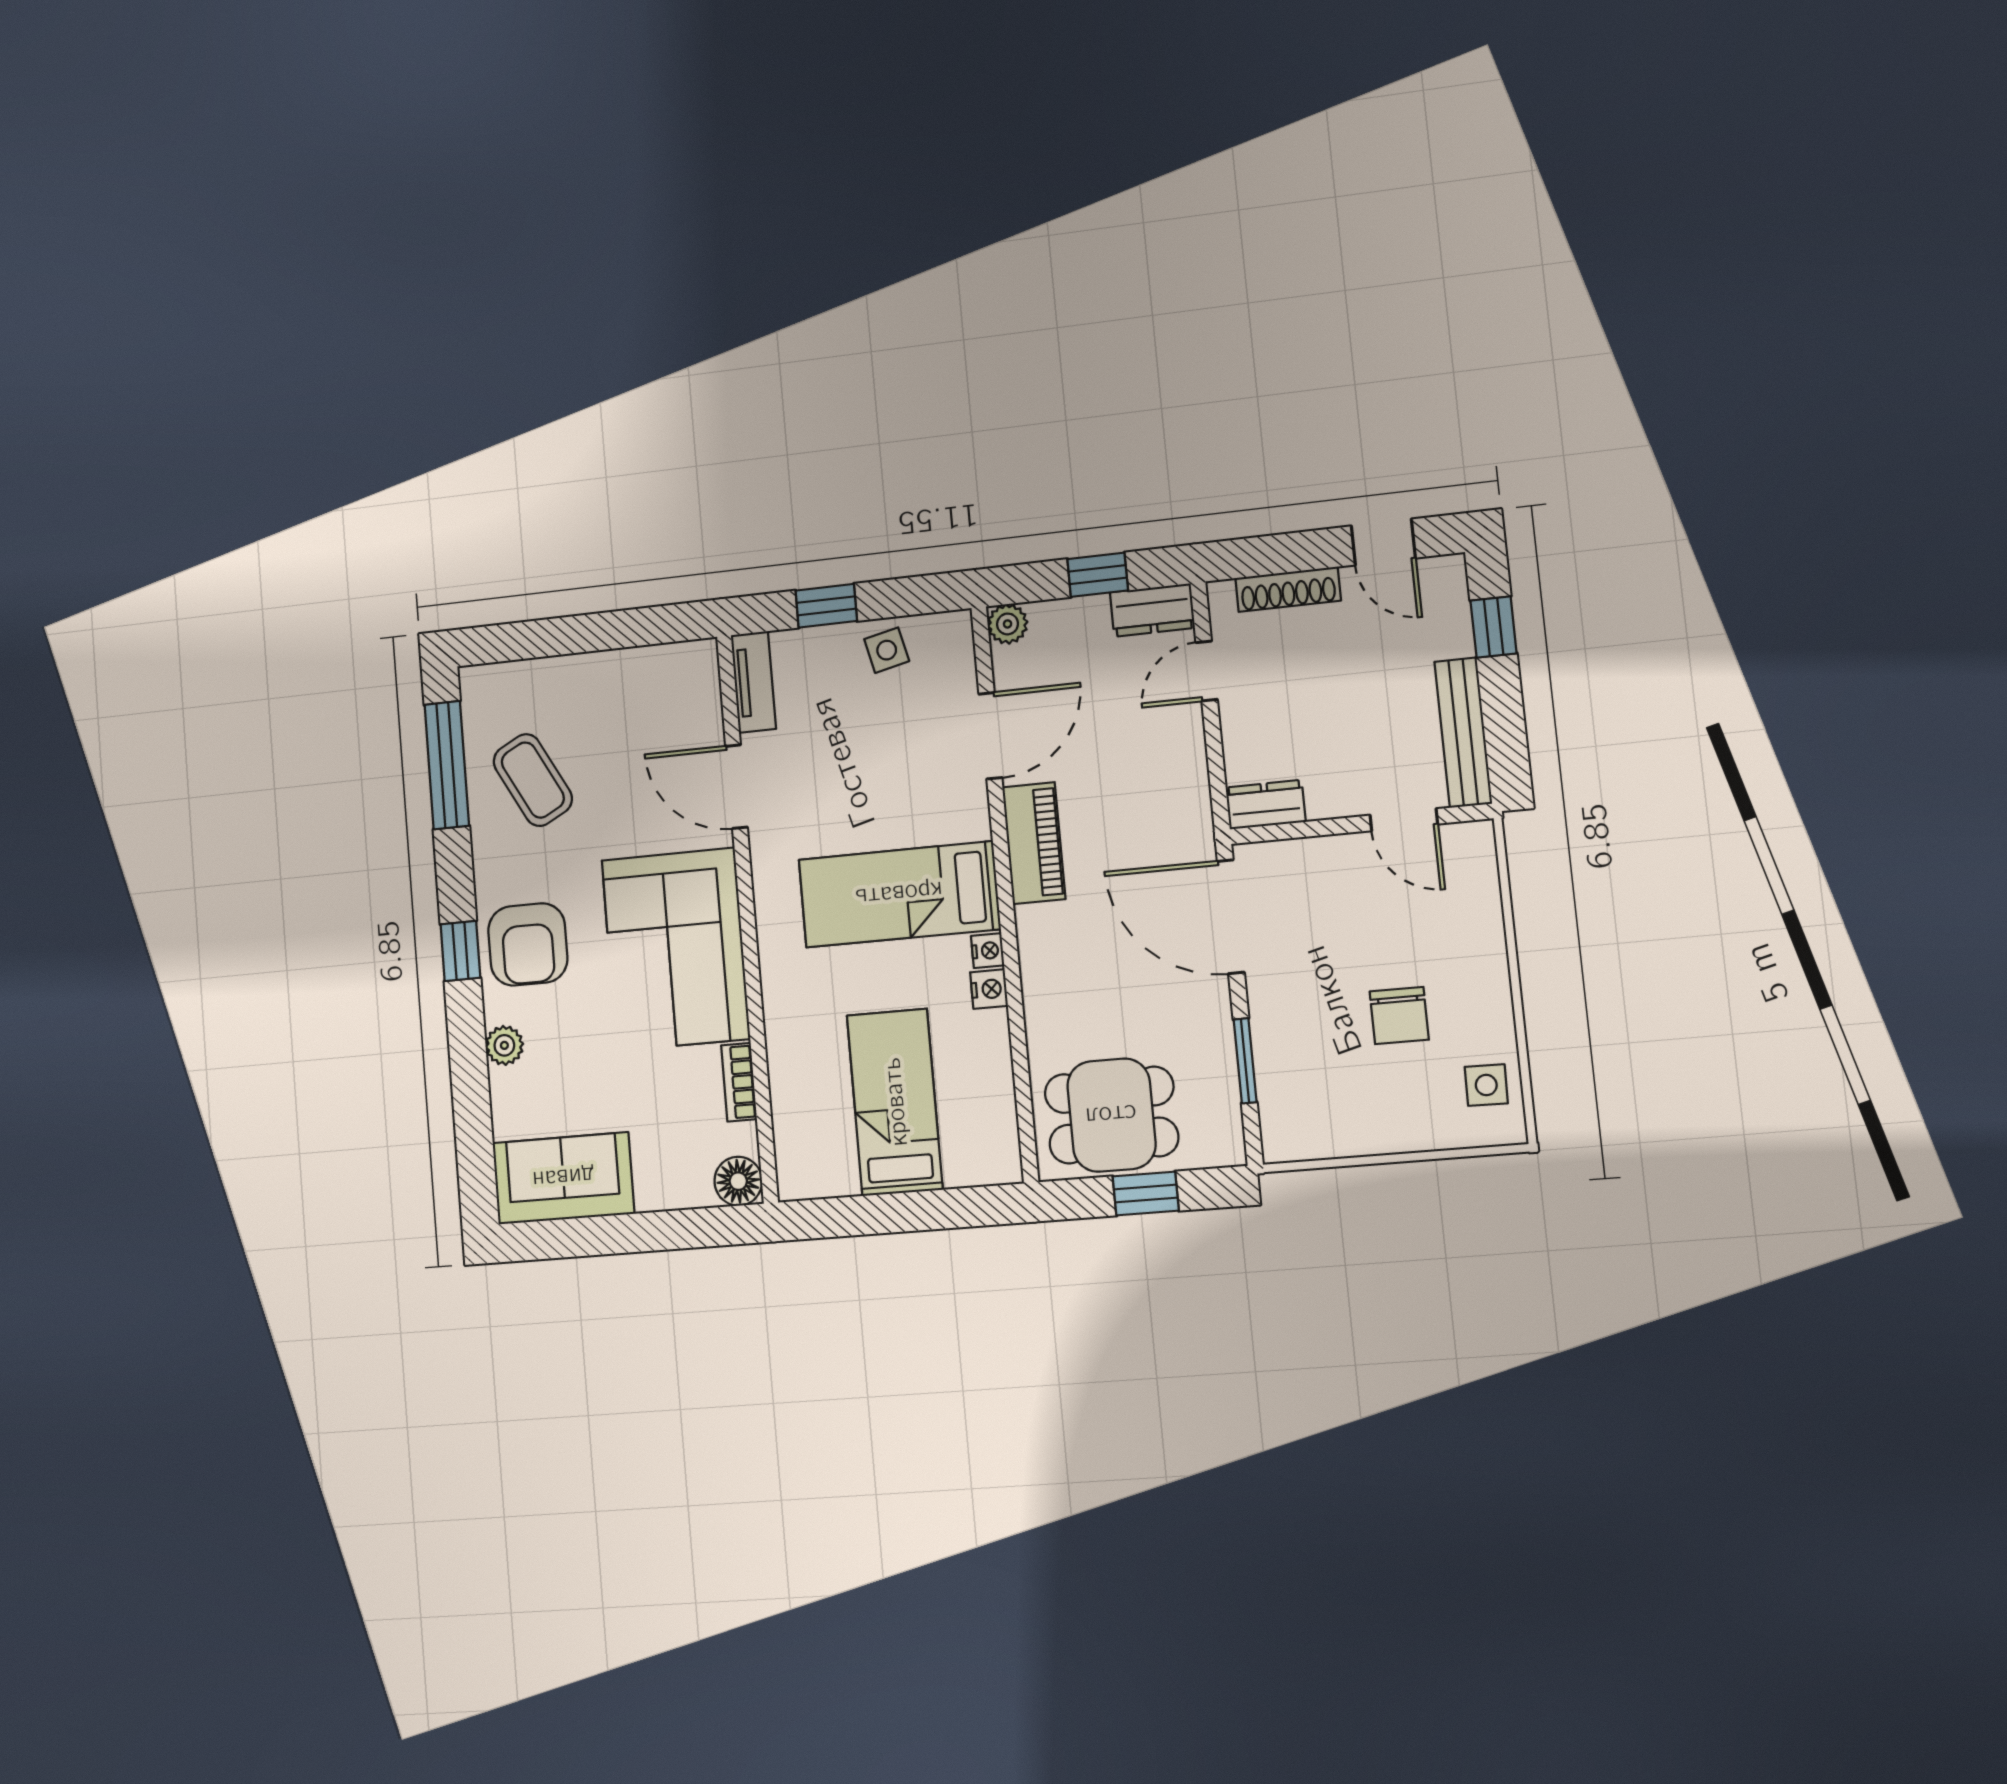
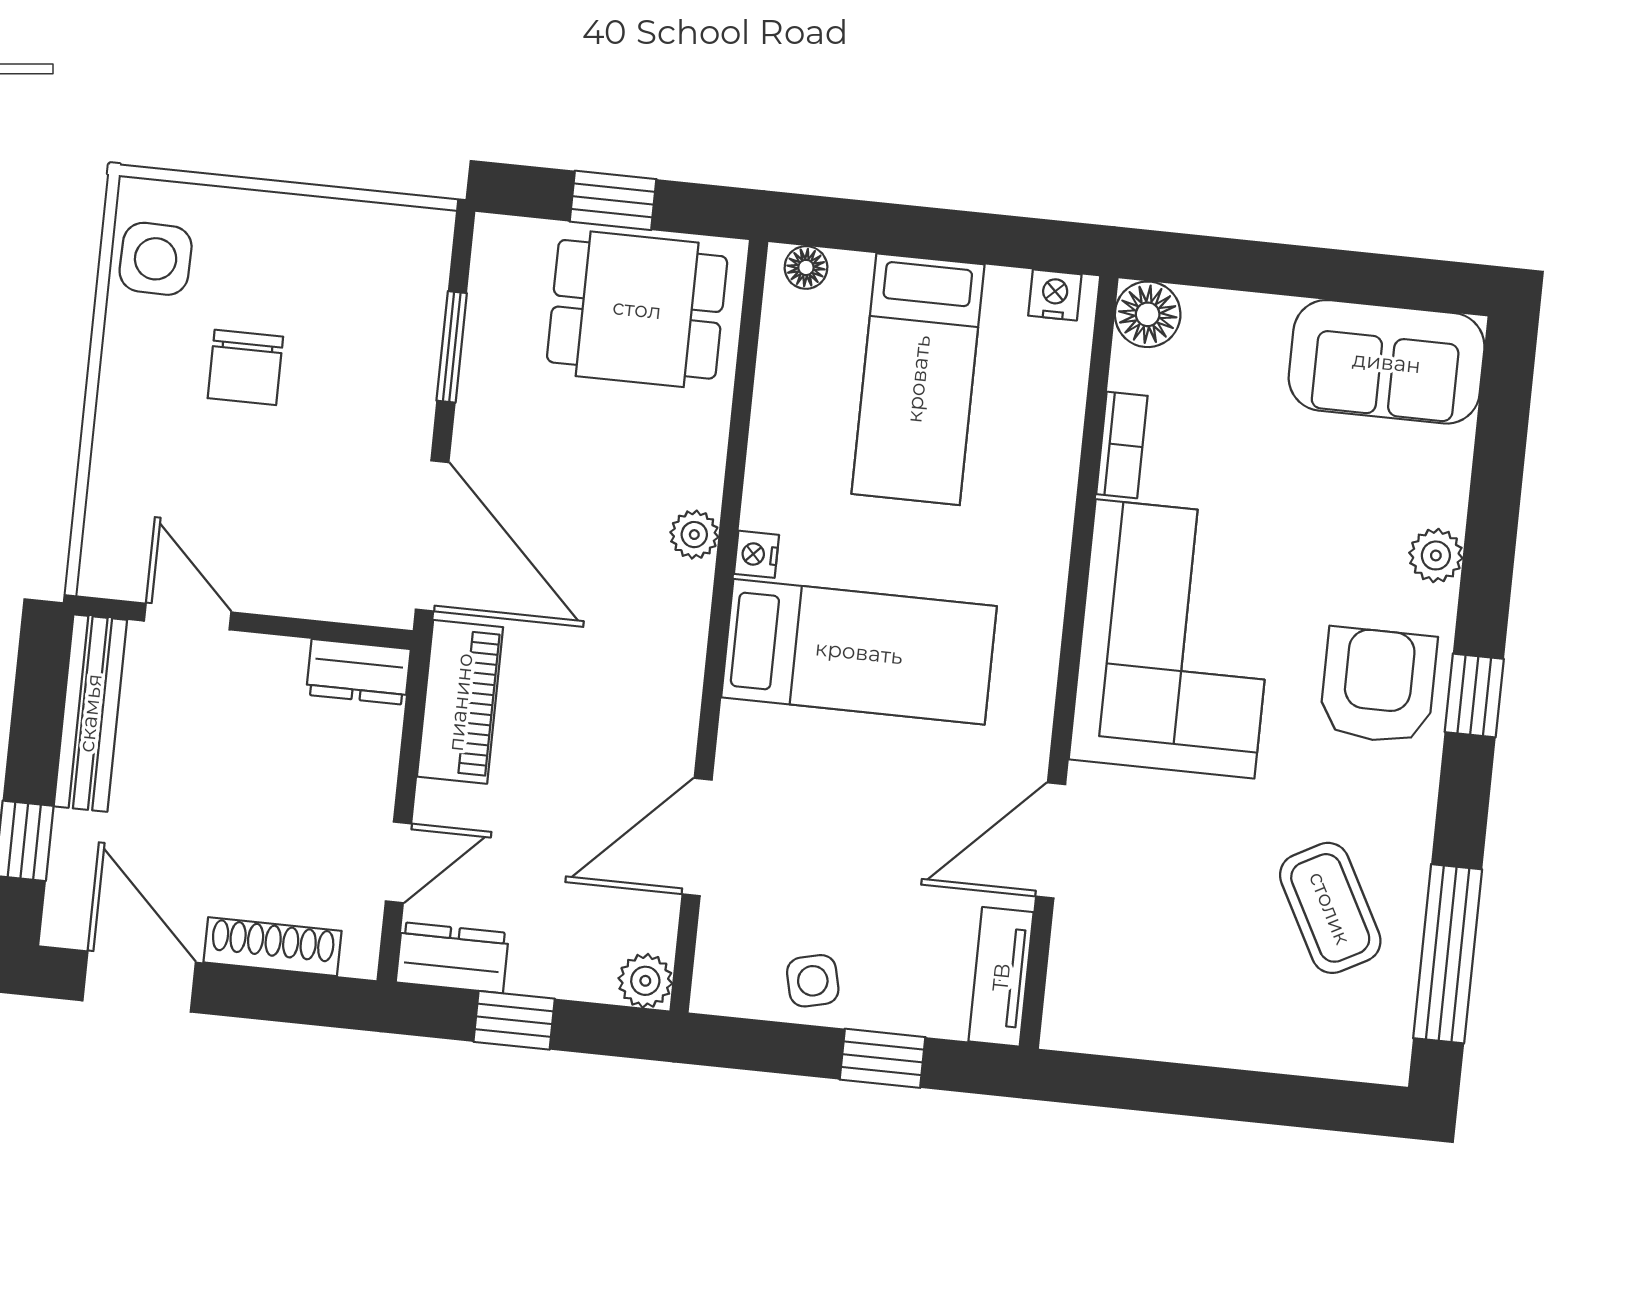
door: (1383, 542) -> (139, 981), width x1.38
door: (737, 787) -> (1051, 840), swing flipped
piano: (1034, 843) -> (460, 702), moved, turned 180
plant: (1036, 956) -> (694, 535), added
nightstand: (989, 989) -> (1055, 295), moved, turned 90
chair: (1399, 1016) -> (245, 367), turned 180
side table: (1486, 1085) -> (156, 259), width x1.37, depth x1.37
floor lamp: (992, 1170) -> (806, 267), added

